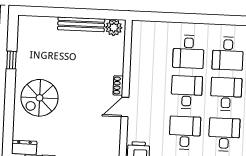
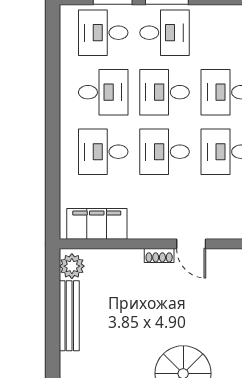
filing cabinet: (141, 45) -> (97, 224), added
desk: (188, 52) -> (103, 152), turned 180

